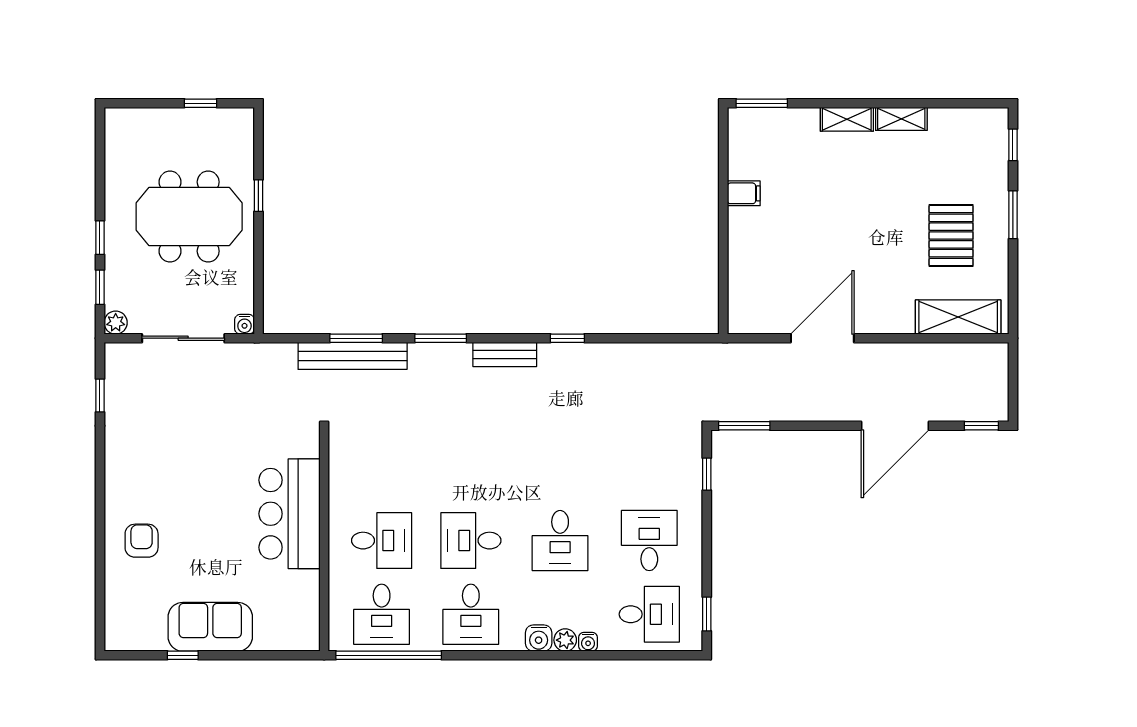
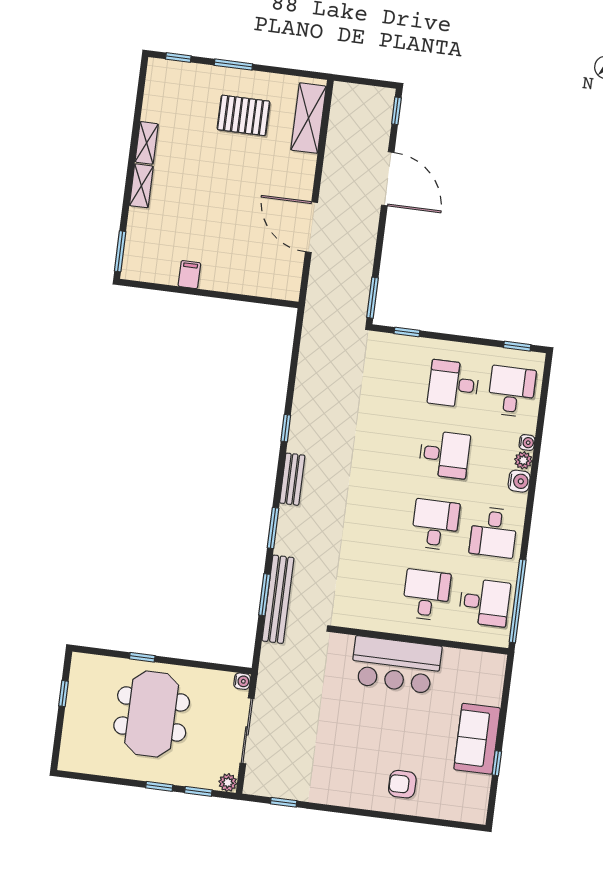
desk: (471, 541) -> (435, 525), turned 180
desk: (471, 614) -> (494, 532), turned 90

